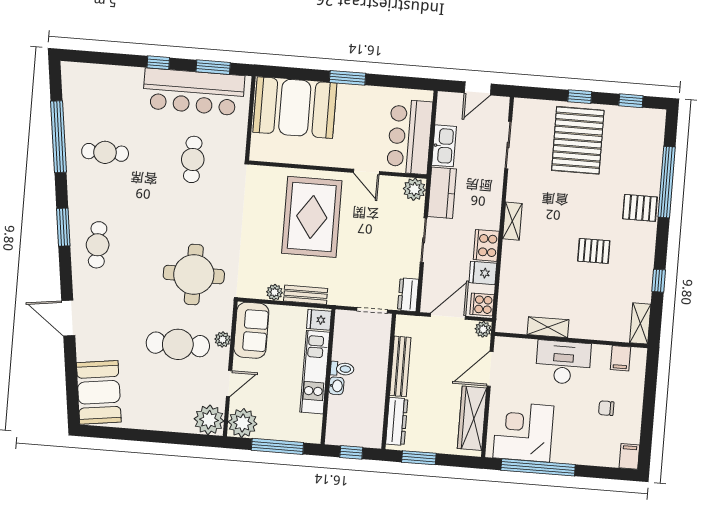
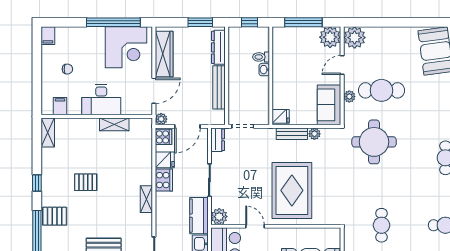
window: (659, 281) -> (37, 183), moved
toilet: (342, 369) -> (261, 57), moved
kitchen unit: (315, 372) -> (281, 78), removed

